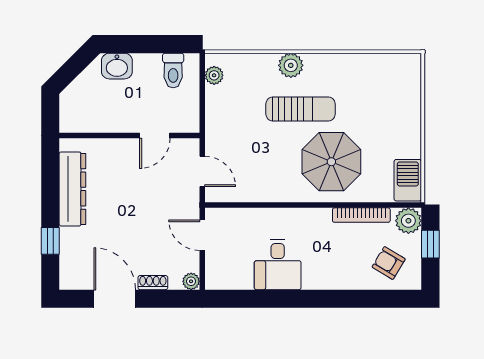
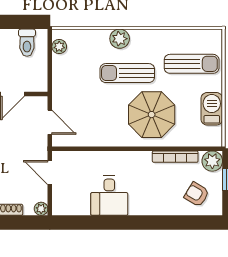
sun lounger: (382, 97) -> (192, 64), added
sun lounger: (301, 109) -> (127, 73), turned 180
barbecue: (408, 180) -> (212, 109), moved

